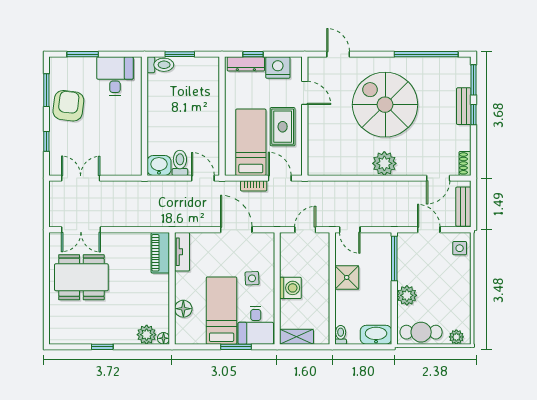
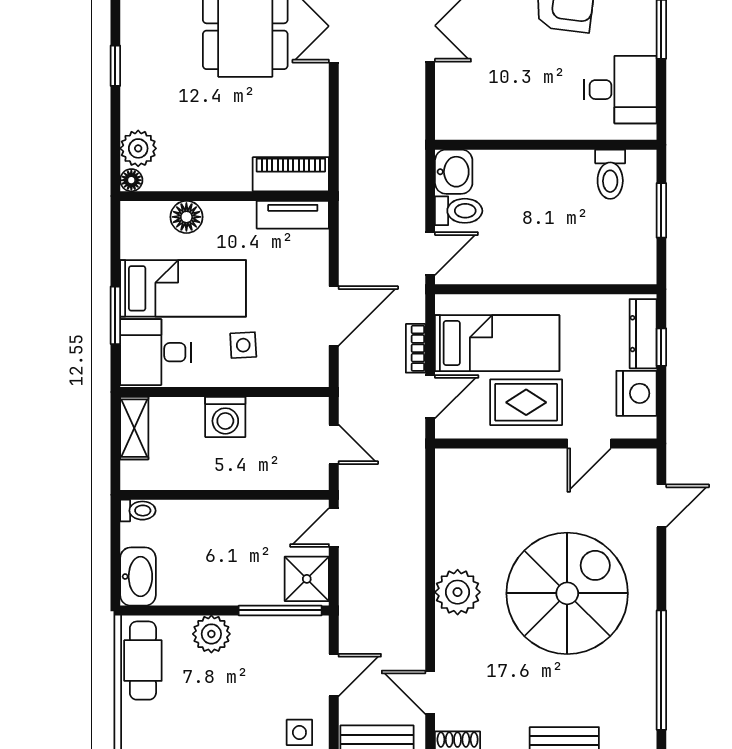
toilet: (160, 65) -> (610, 174), moved
shower: (347, 277) -> (307, 579), moved
plant: (456, 337) -> (134, 726), removed

